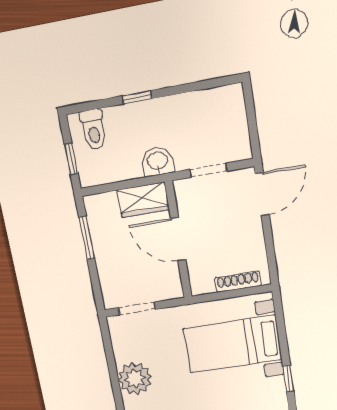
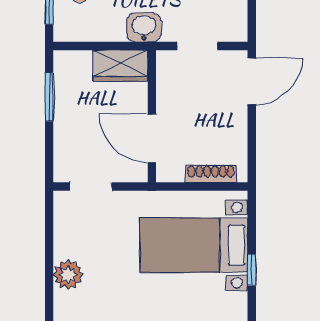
door: (178, 239) -> (152, 138), moved
plant: (135, 379) -> (68, 275), width x0.73, depth x0.73
window: (288, 379) -> (252, 270), moved

